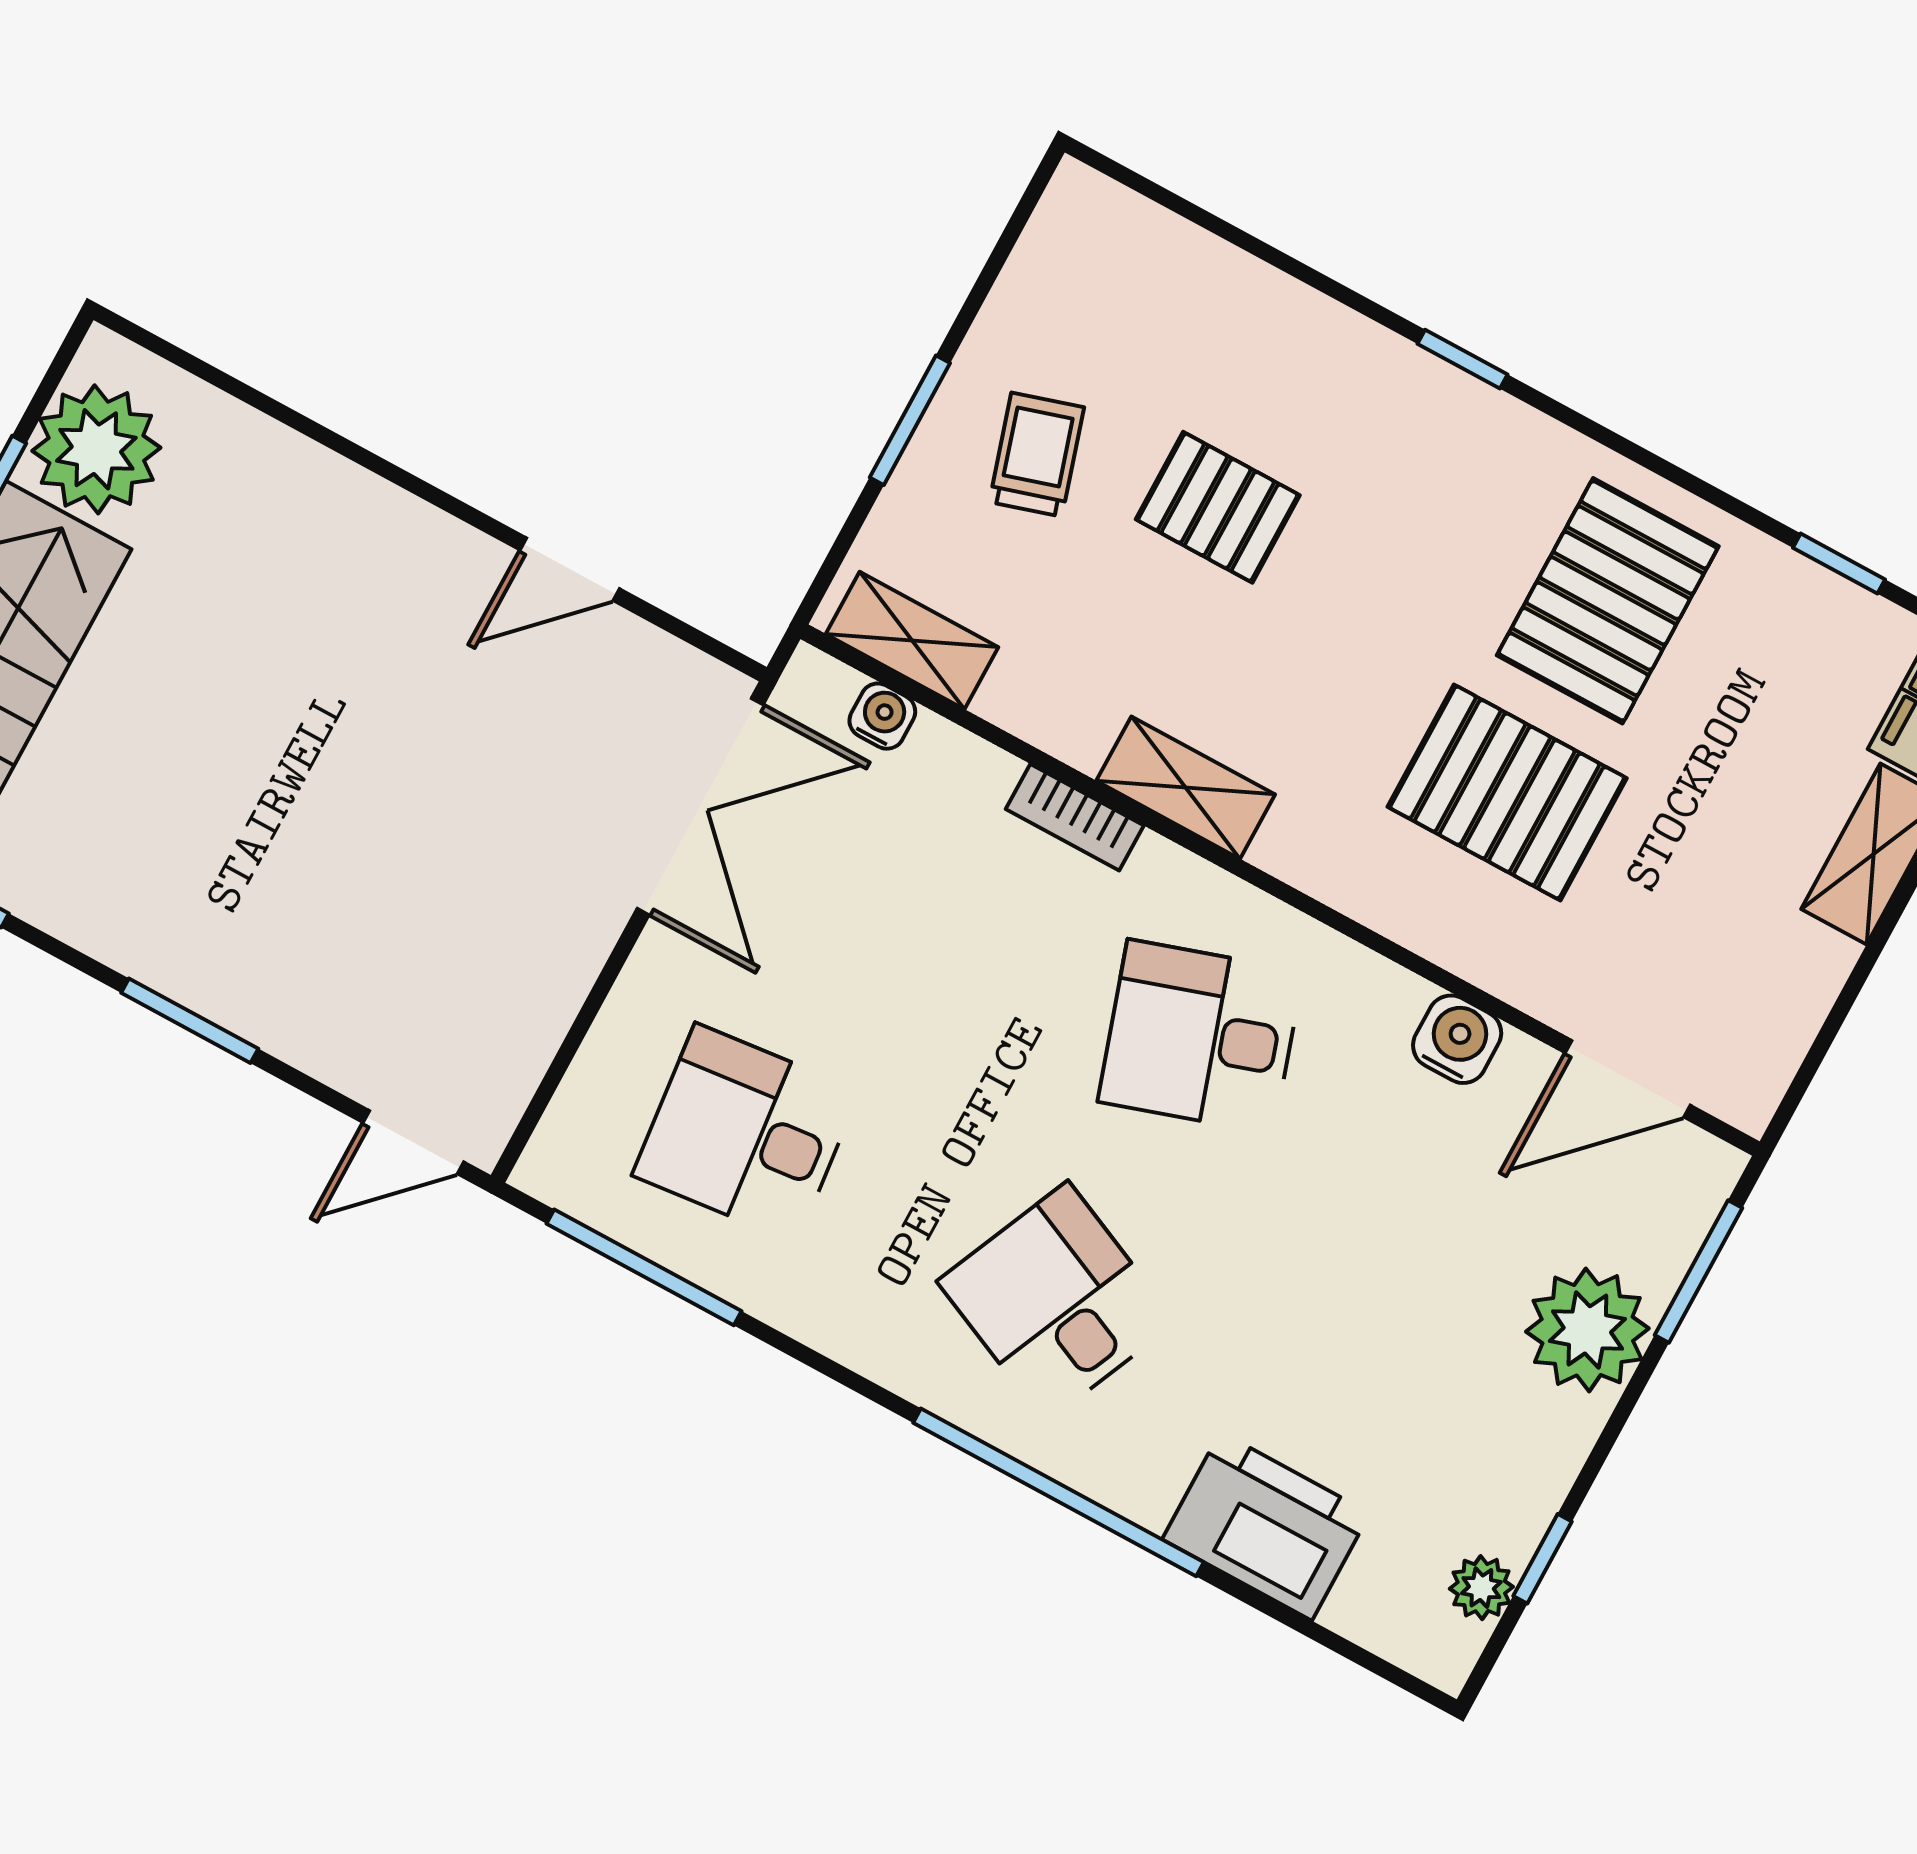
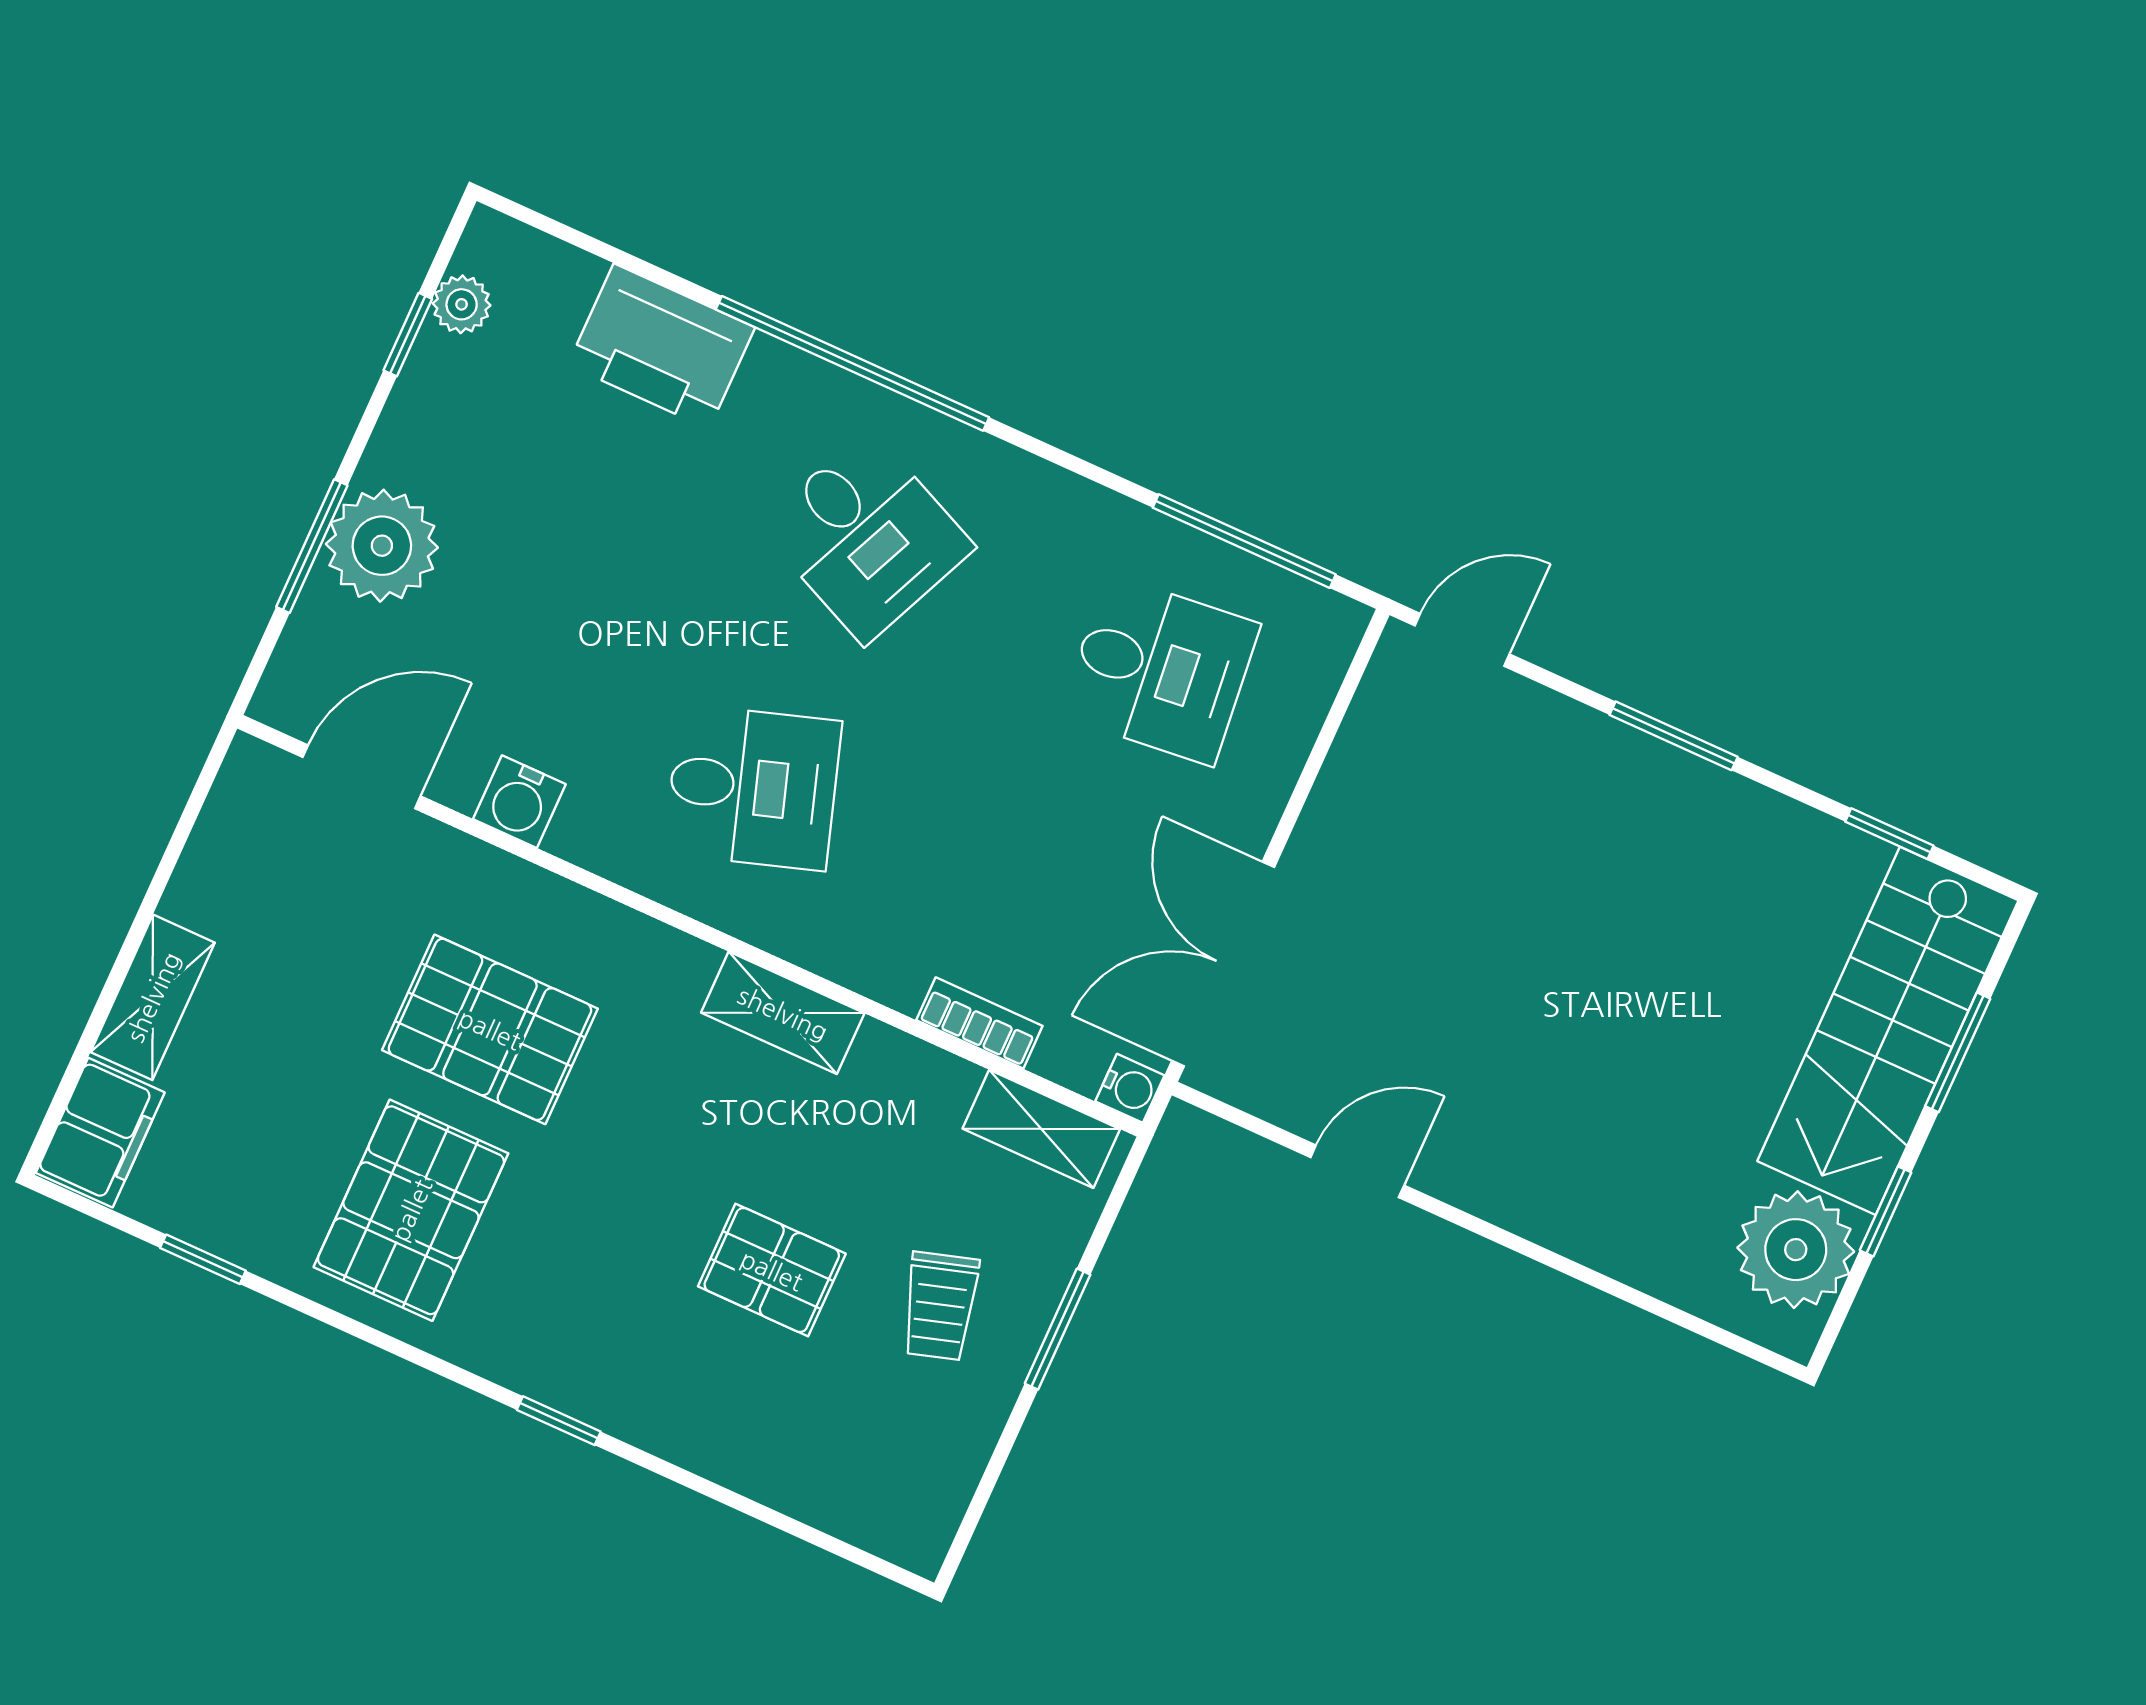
water cooler: (882, 716) -> (1130, 1088), moved, turned -90
bookcase: (1075, 817) -> (979, 1023), moved
window: (1699, 1272) -> (312, 546), moved

